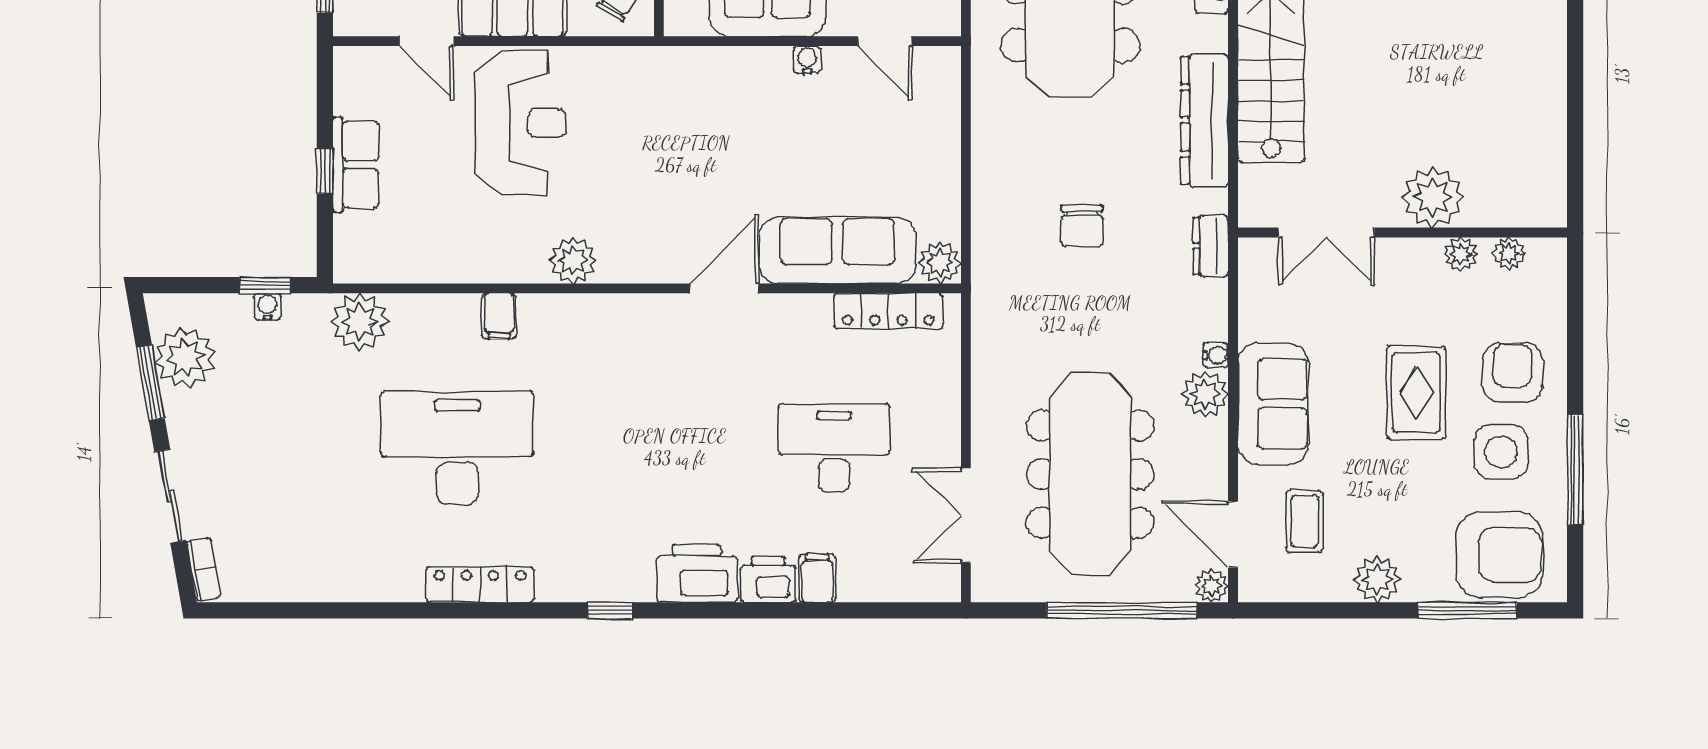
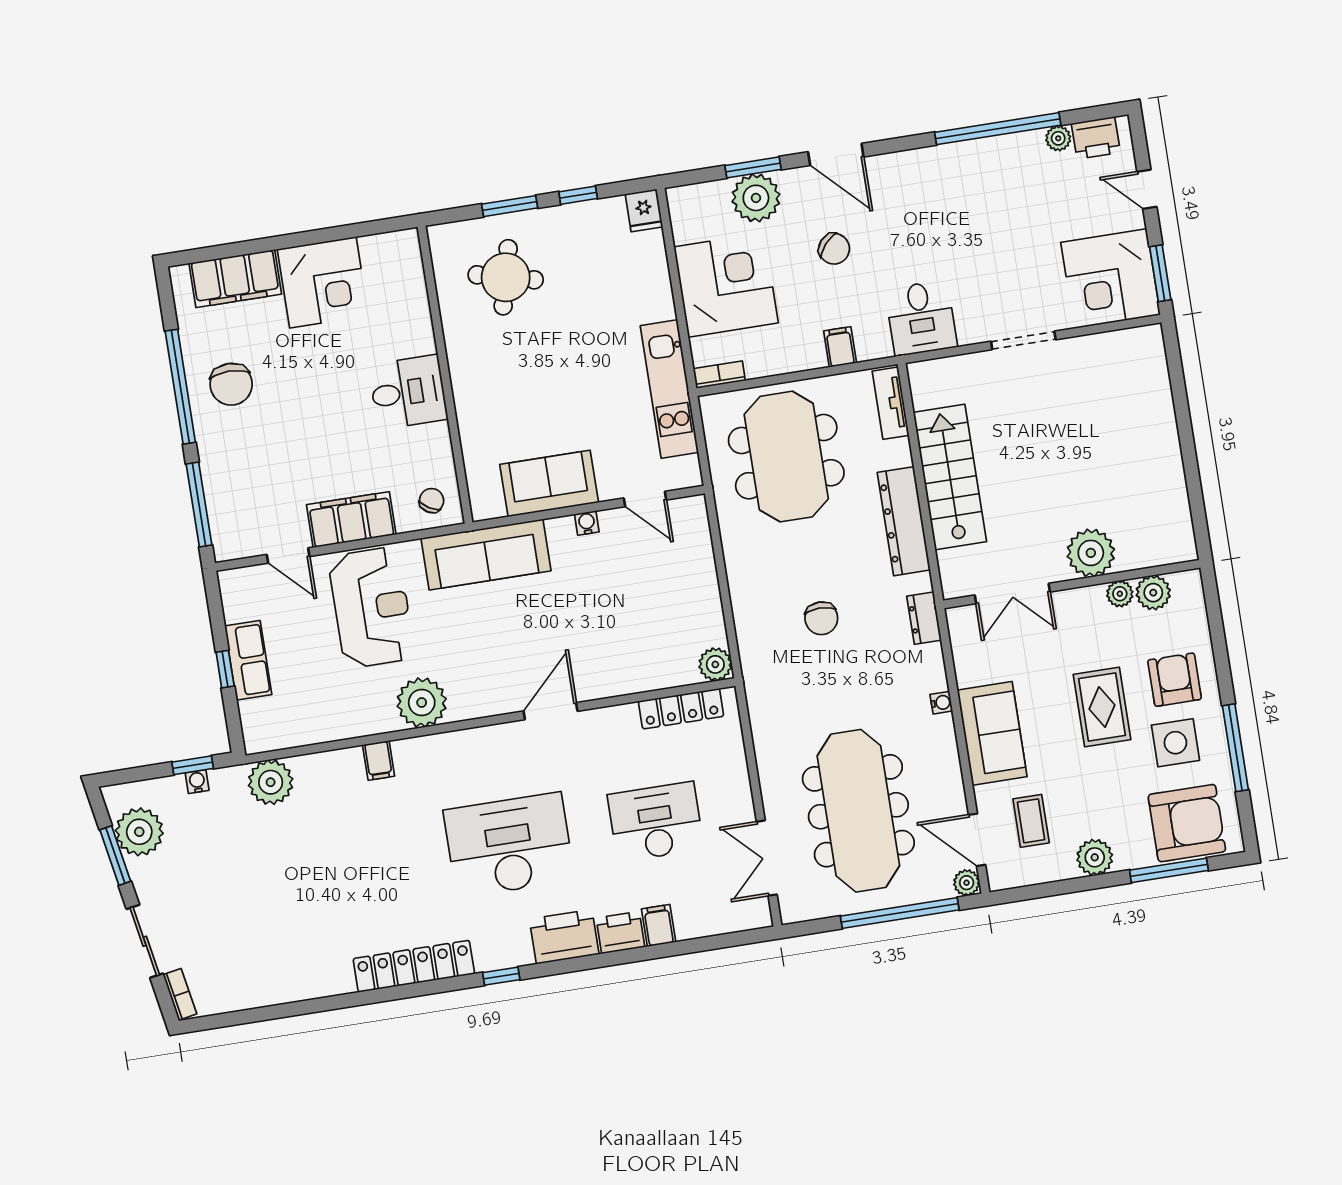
sofa: (837, 250) -> (486, 555), moved, turned 180
plant: (1509, 253) -> (1153, 593), width x1.38, depth x1.38
plant: (573, 260) -> (422, 702), width x1.36, depth x1.36
plant: (1205, 394) -> (938, 734), removed
desk: (457, 448) -> (509, 845), moved
locker: (480, 585) -> (414, 966), width x1.41, depth x1.21

